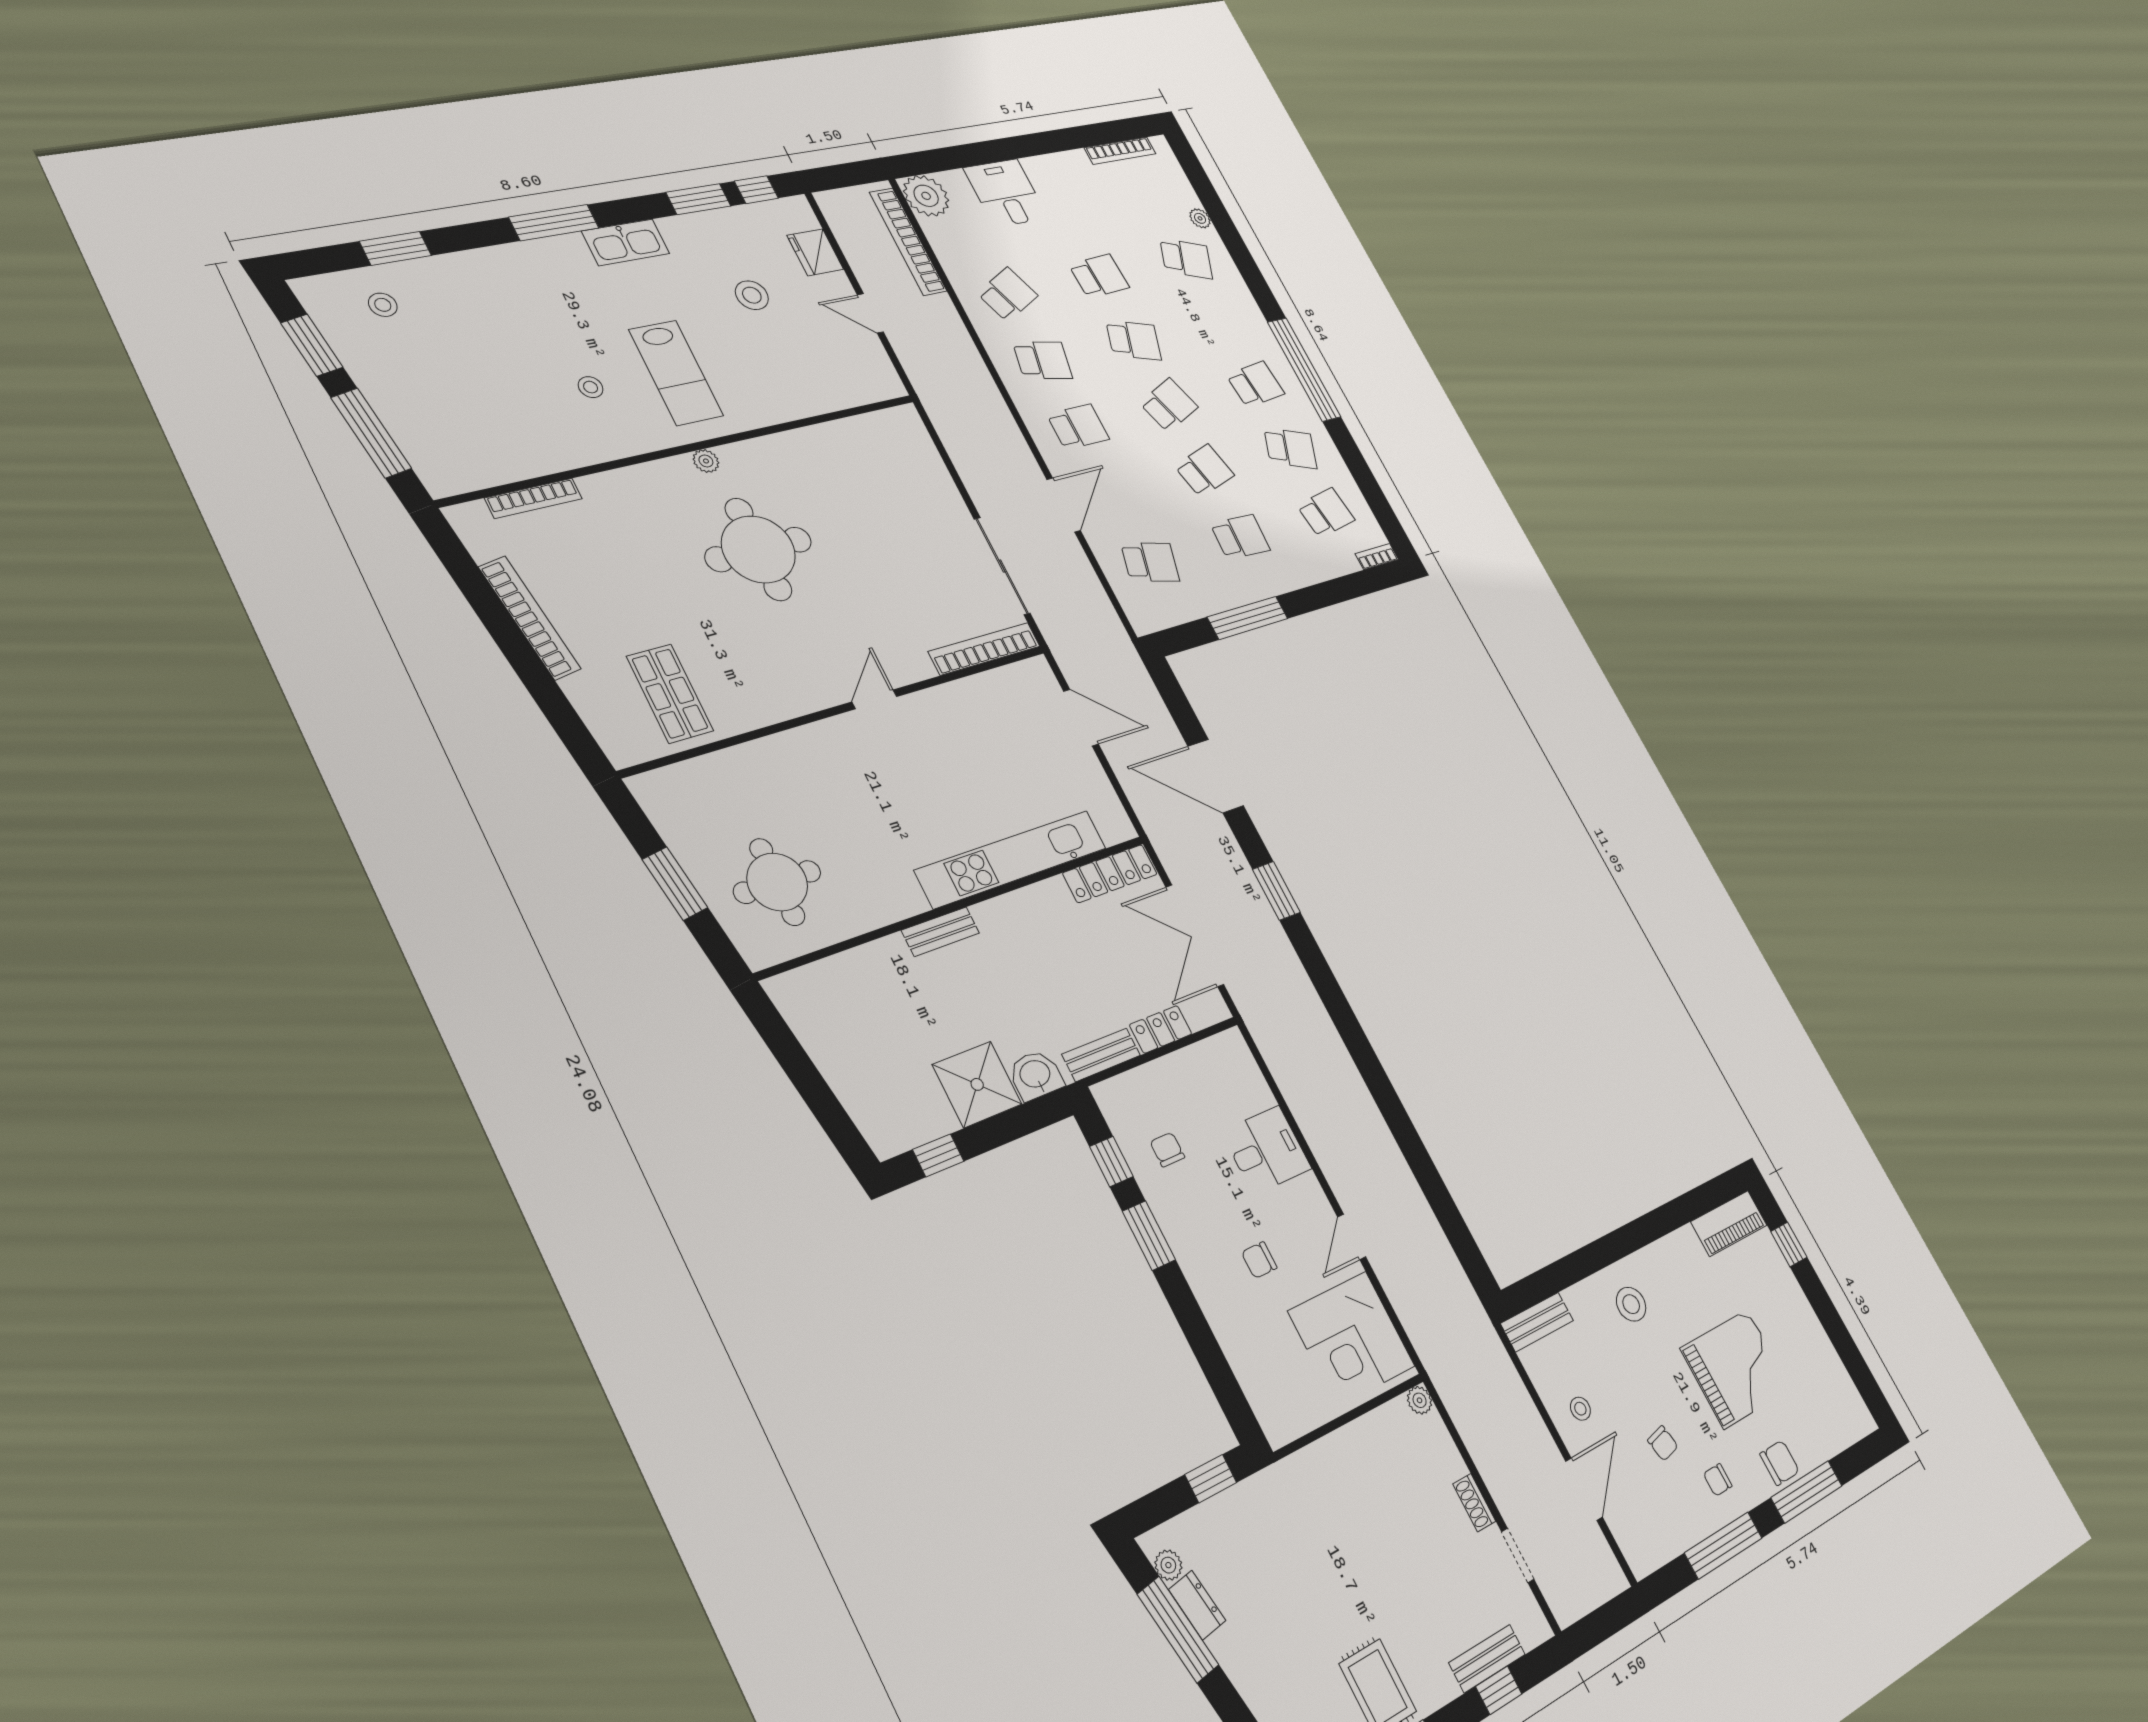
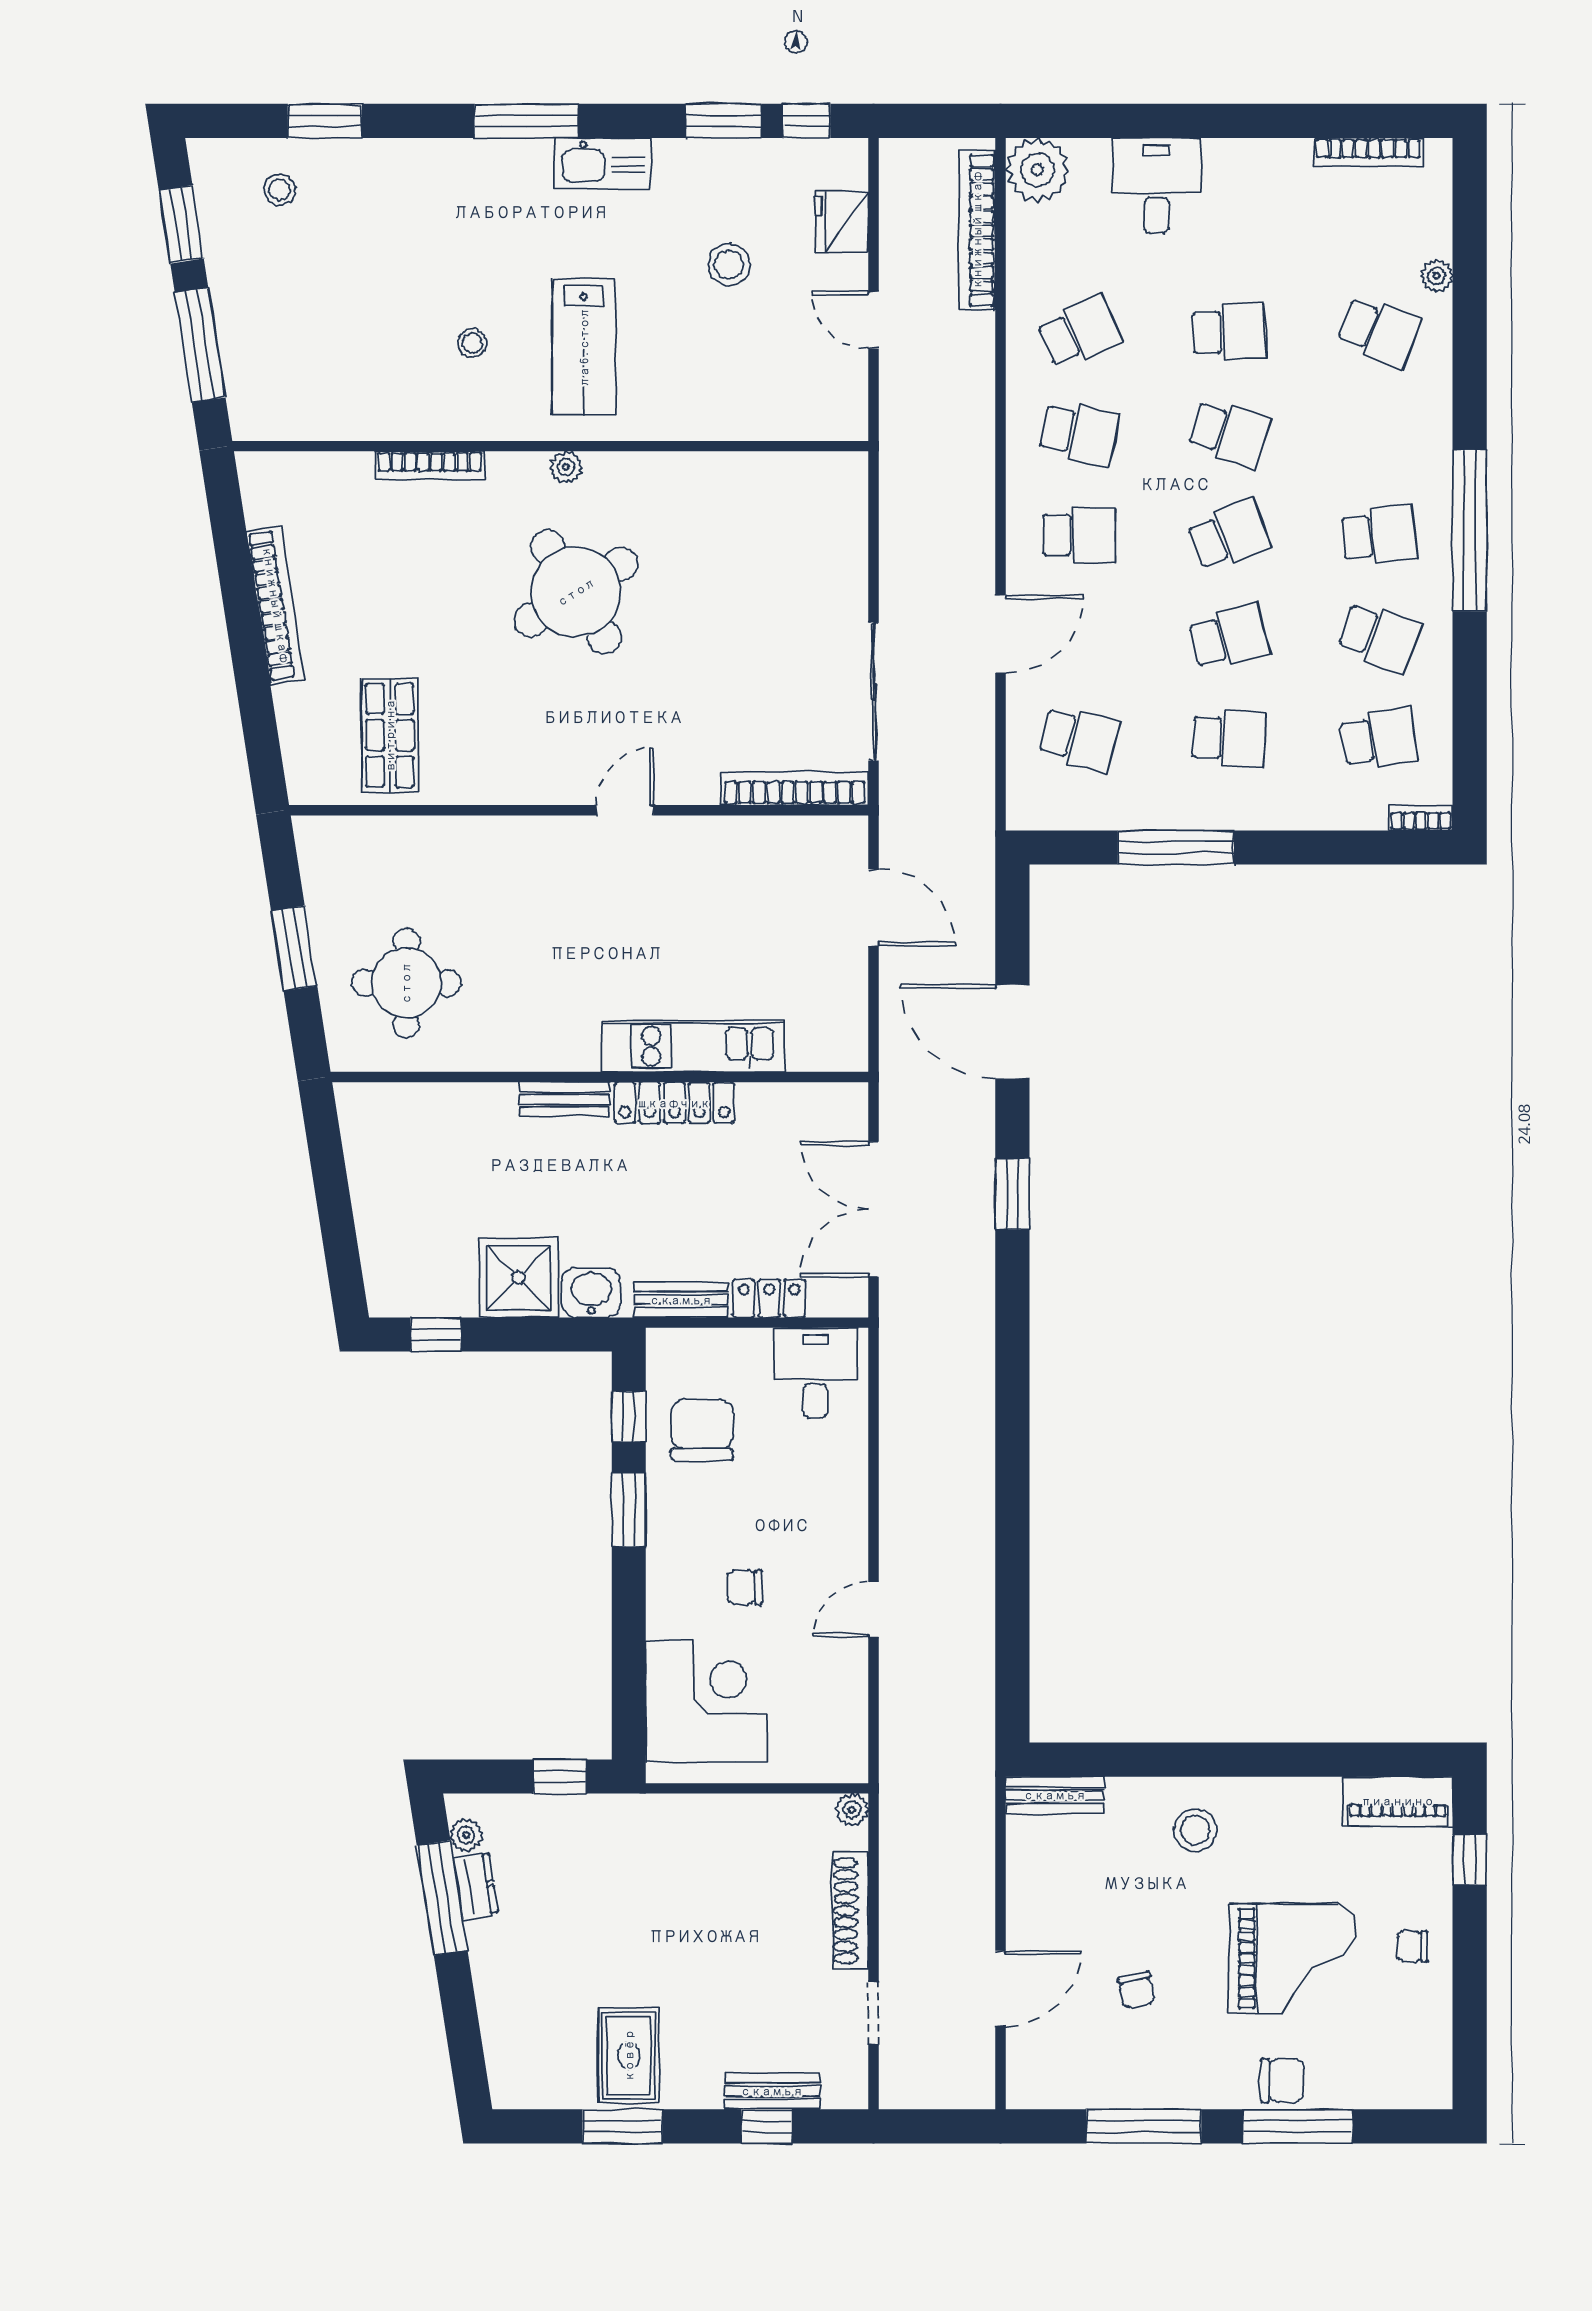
bookcase: (534, 498) -> (430, 465), moved
round table: (758, 549) -> (576, 592), turned -32
kitchen unit: (1012, 859) -> (693, 1046), width x0.73
locker: (1110, 874) -> (674, 1103), moved
chair: (1167, 1150) -> (702, 1430), width x1.87, depth x1.87
desk: (1266, 1150) -> (815, 1373), moved, turned -90
corner desk: (1352, 1339) -> (706, 1701), moved, turned 180
stool: (1580, 1409) -> (1051, 1907), removed
chair: (1718, 1480) -> (1412, 1946), moved
shoe rack: (1474, 1503) -> (850, 1911), width x1.94, depth x1.24

